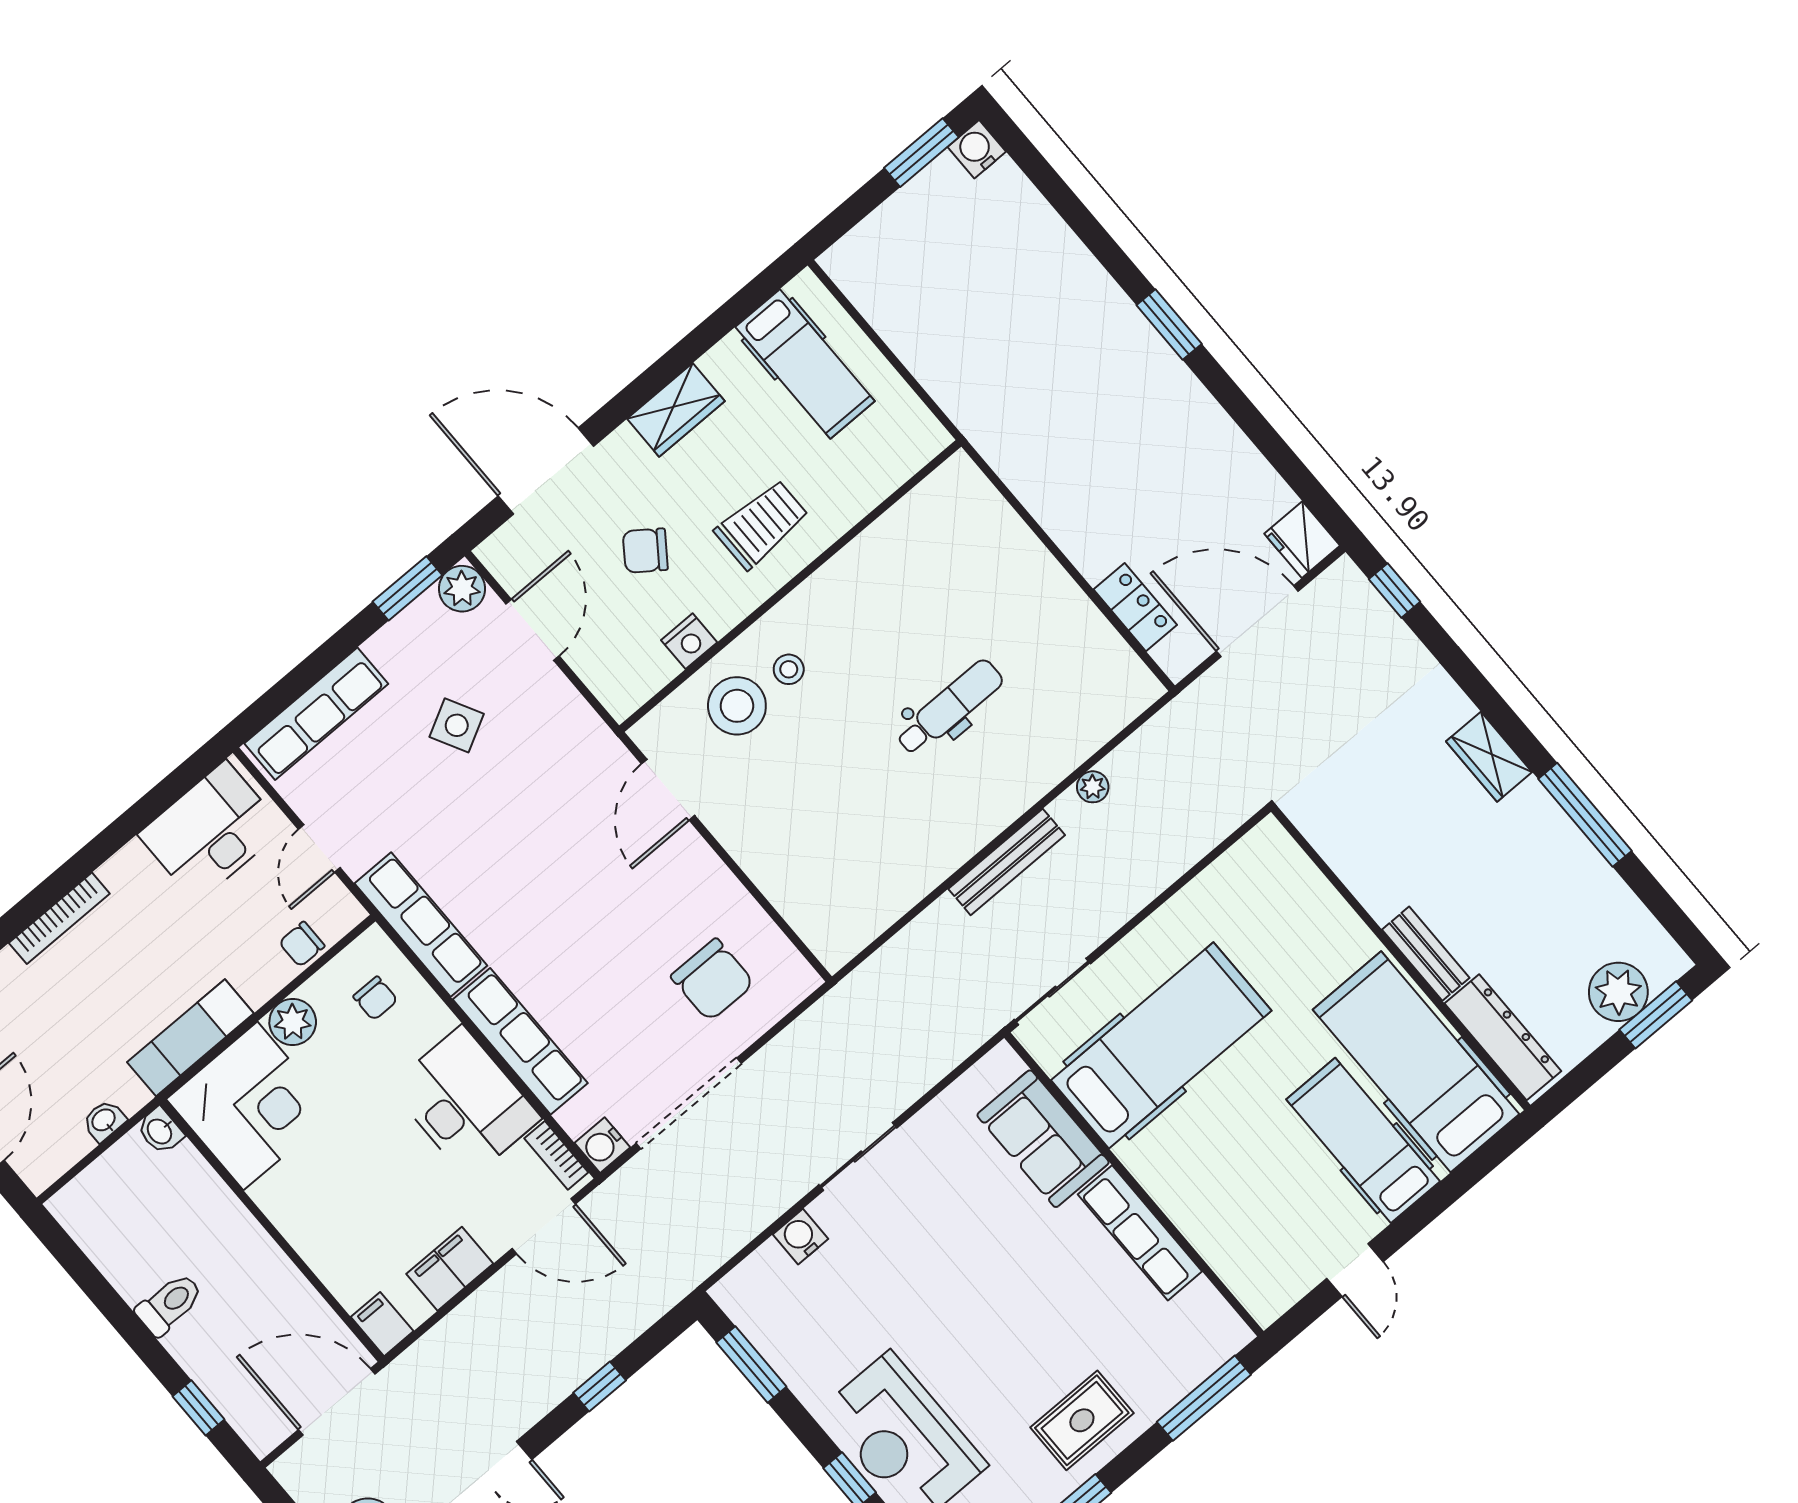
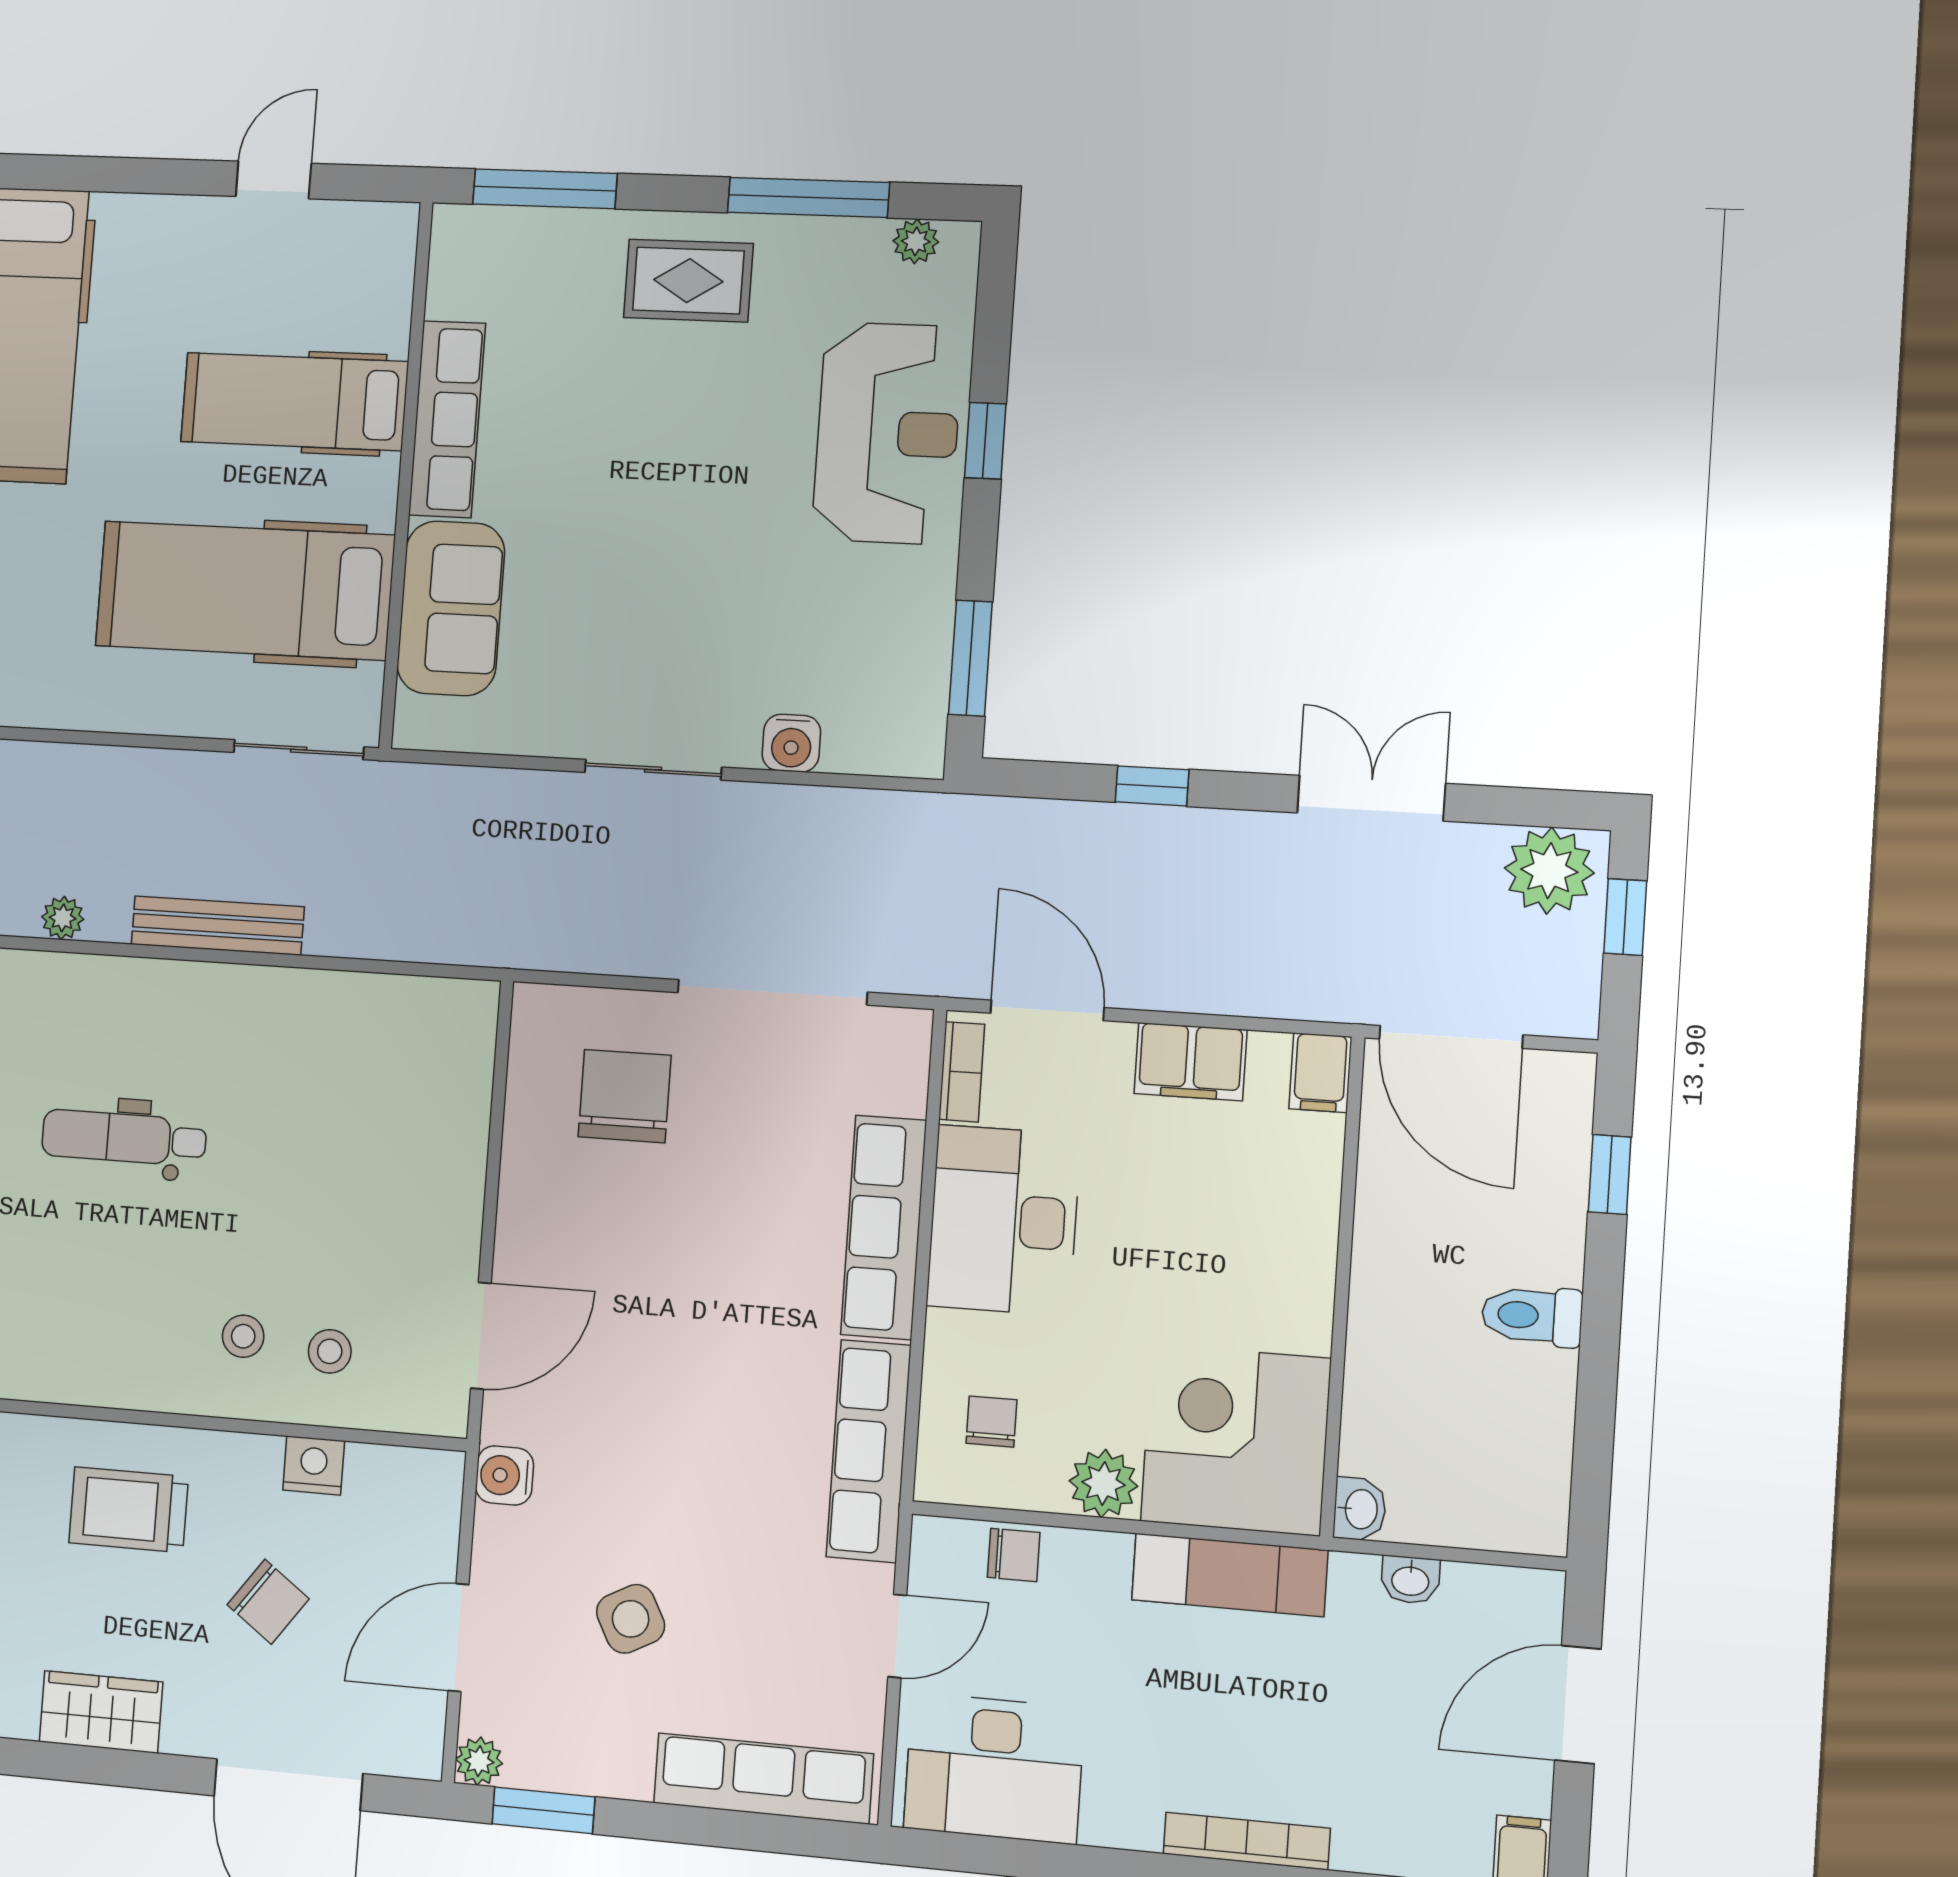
plant: (462, 589) -> (479, 1761), width x0.73, depth x0.73
stool: (737, 706) -> (330, 1351), width x0.53, depth x0.53
hospital bed: (1363, 1140) -> (294, 402), moved, turned 90
water cooler: (602, 1145) -> (505, 1475), moved, turned 180

